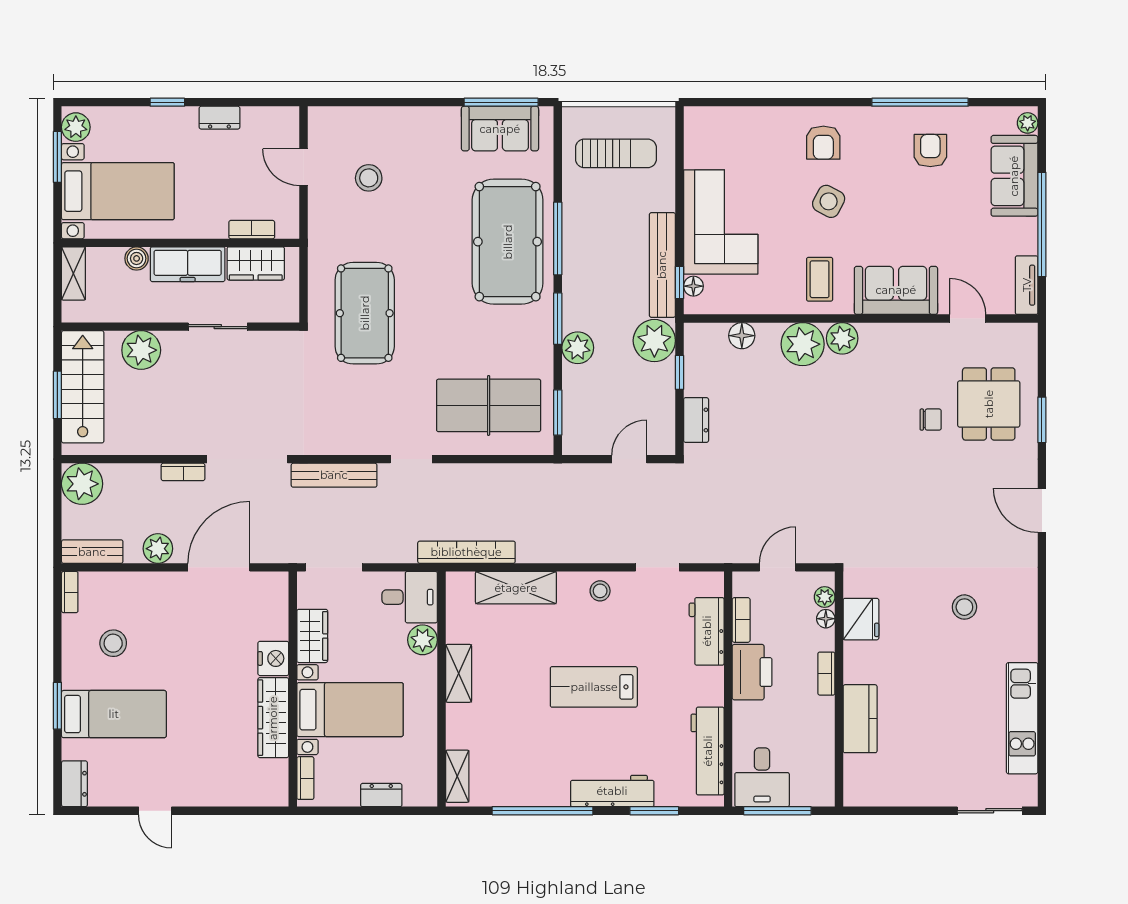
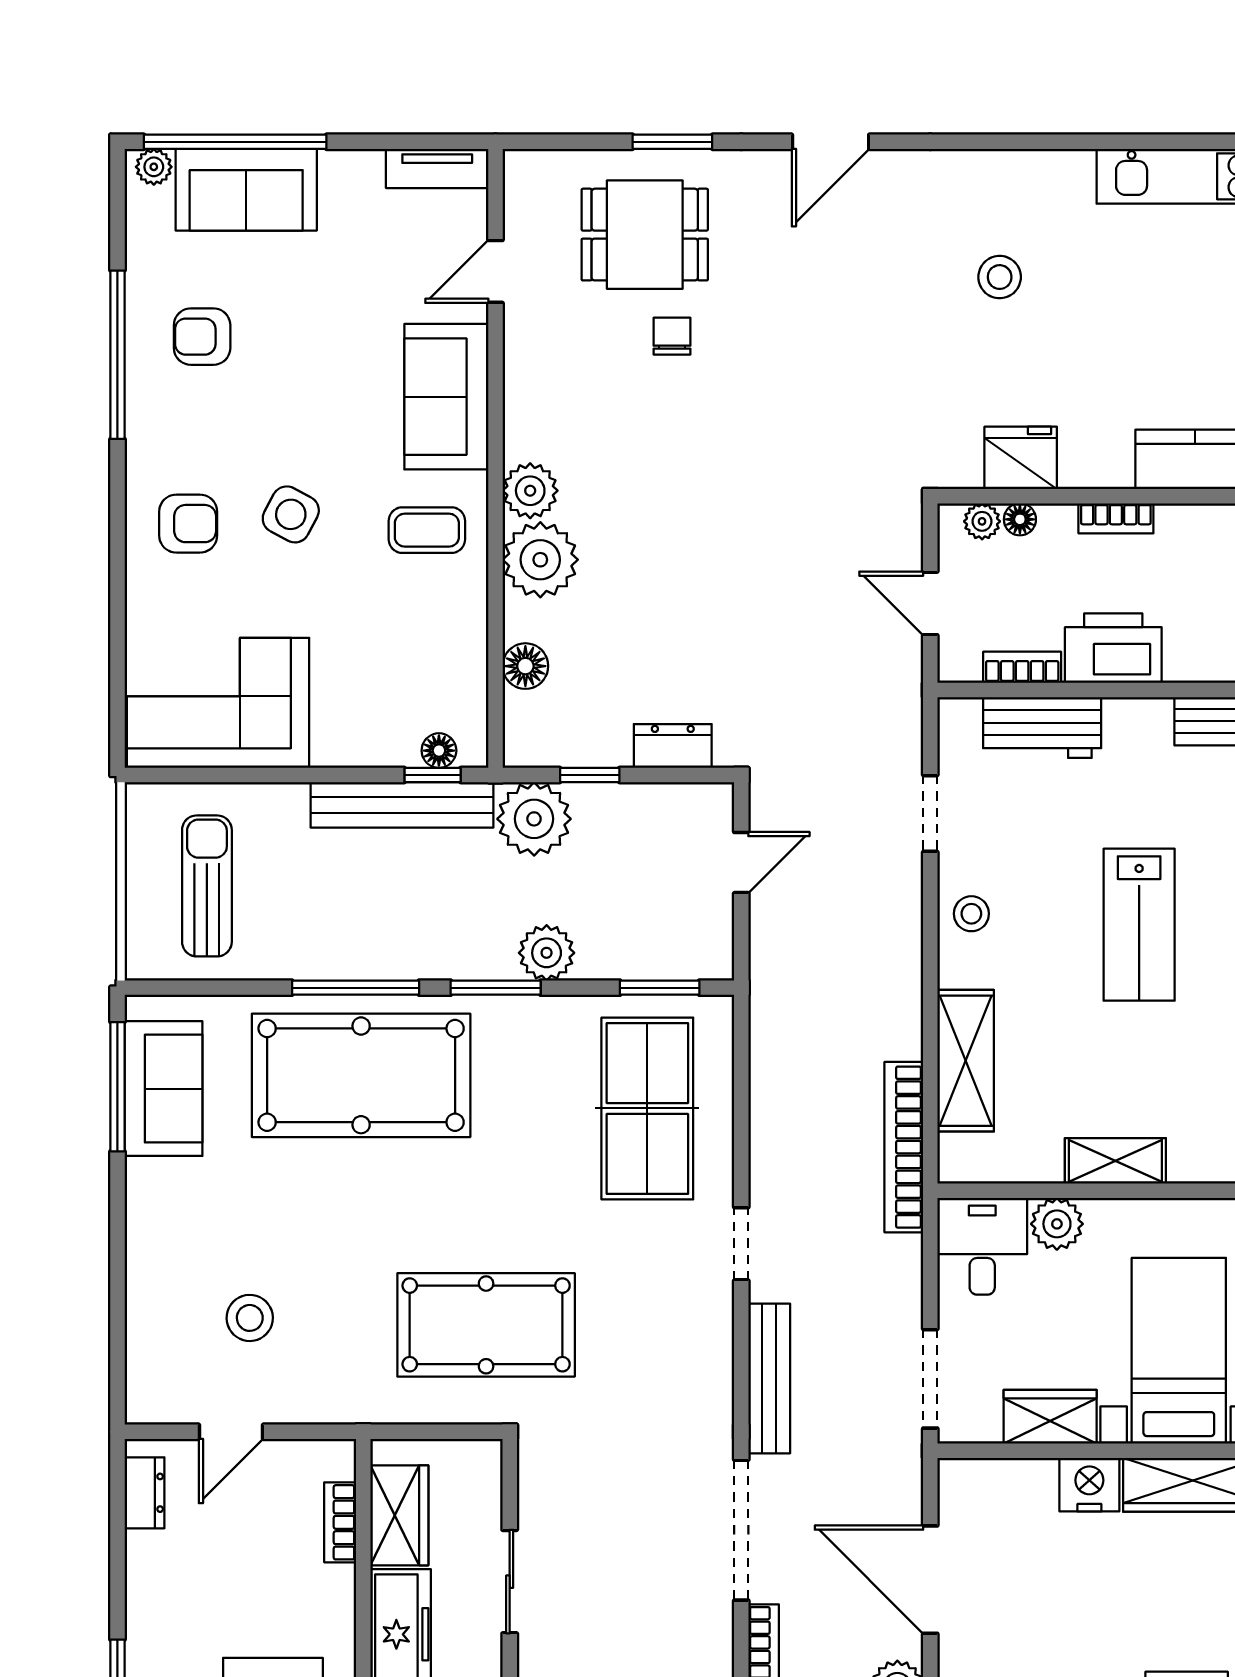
dresser: (219, 118) -> (145, 1493), moved
corner sofa: (721, 222) -> (218, 703), moved
window: (1042, 225) -> (235, 142), moved
door: (629, 459) -> (741, 863), swing flipped

